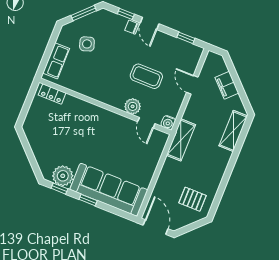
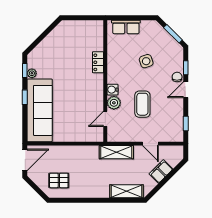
side table: (87, 44) -> (146, 61), moved
door: (192, 85) -> (150, 144), swing flipped
locker: (52, 94) -> (98, 62), moved
water cooler: (168, 122) -> (112, 90), moved
shelving: (181, 140) -> (116, 152), moved
plant: (63, 176) -> (32, 73), width x0.53, depth x0.53
pallet: (193, 199) -> (59, 180), turned 90

